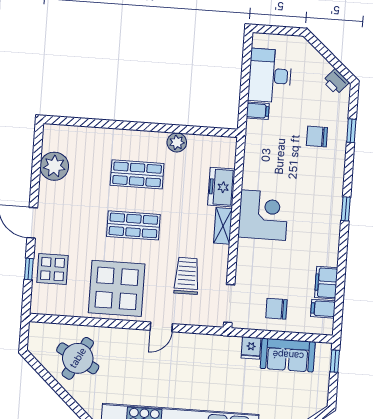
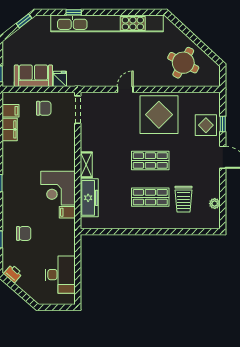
filing cabinet: (258, 111) -> (67, 212), moved
plant: (177, 142) -> (123, 222), removed
plant: (54, 166) -> (215, 204), width x0.53, depth x0.53
freezer: (221, 187) -> (89, 198), width x1.40
corner desk: (263, 215) -> (58, 188), moved
trolley: (187, 276) -> (184, 199), moved

